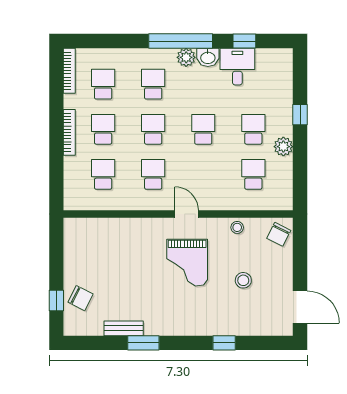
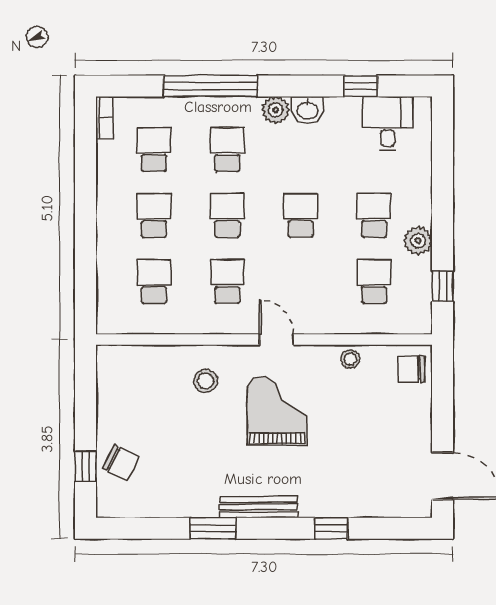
window: (181, 41) -> (211, 86), moved
desk: (237, 67) -> (388, 123), moved
bookcase: (69, 71) -> (104, 118), width x0.64
window: (300, 115) -> (442, 286), moved
bookcase: (69, 132) -> (104, 220), removed
chair: (279, 234) -> (411, 369), turned 63
grand piano: (187, 263) -> (277, 411), turned 180
stool: (243, 280) -> (206, 381), moved
bench: (124, 328) -> (258, 507), moved, width x1.36

